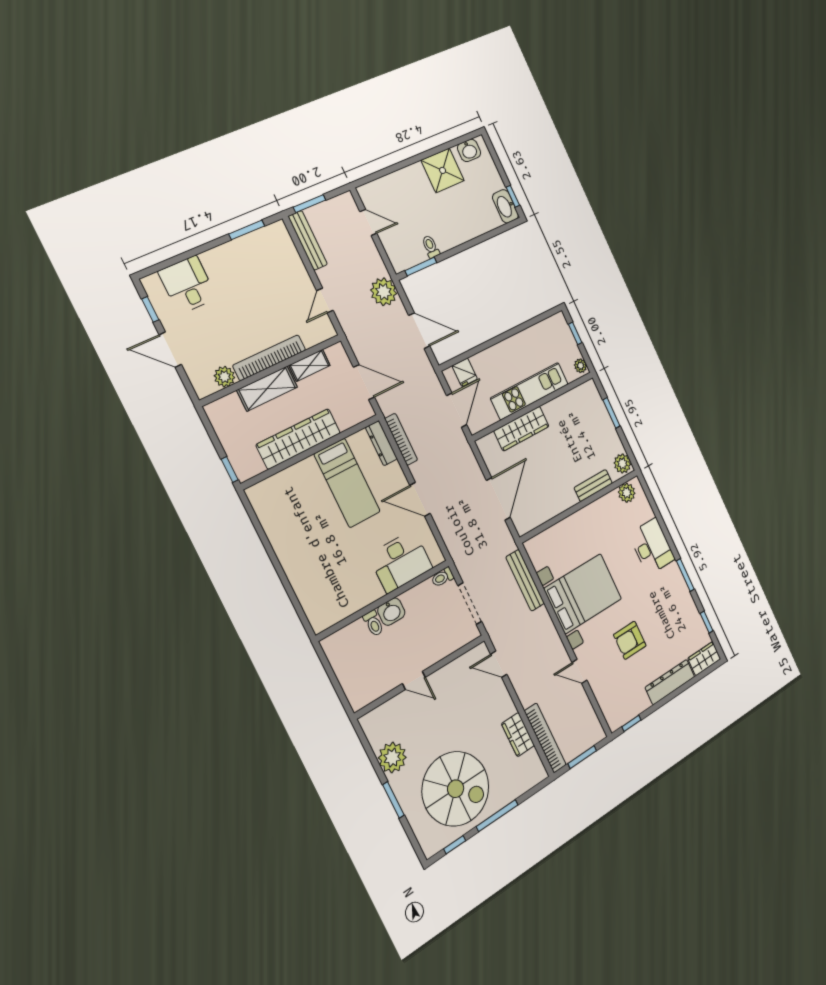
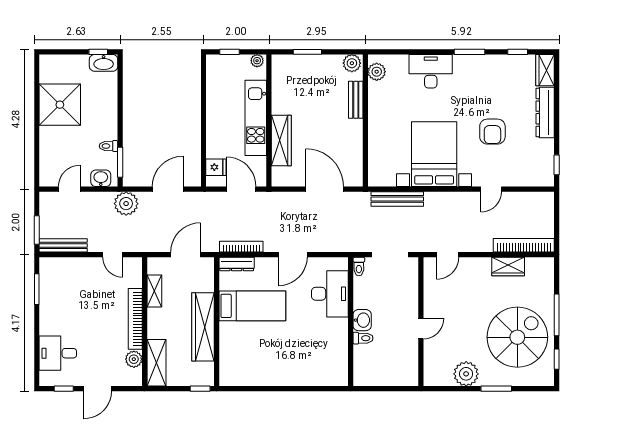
washbasin: (469, 150) -> (101, 178), moved, turned -90
shower: (443, 170) -> (60, 105), width x1.37, depth x1.37
shelving: (267, 389) -> (156, 363), moved
window: (582, 757) -> (557, 222), removed

